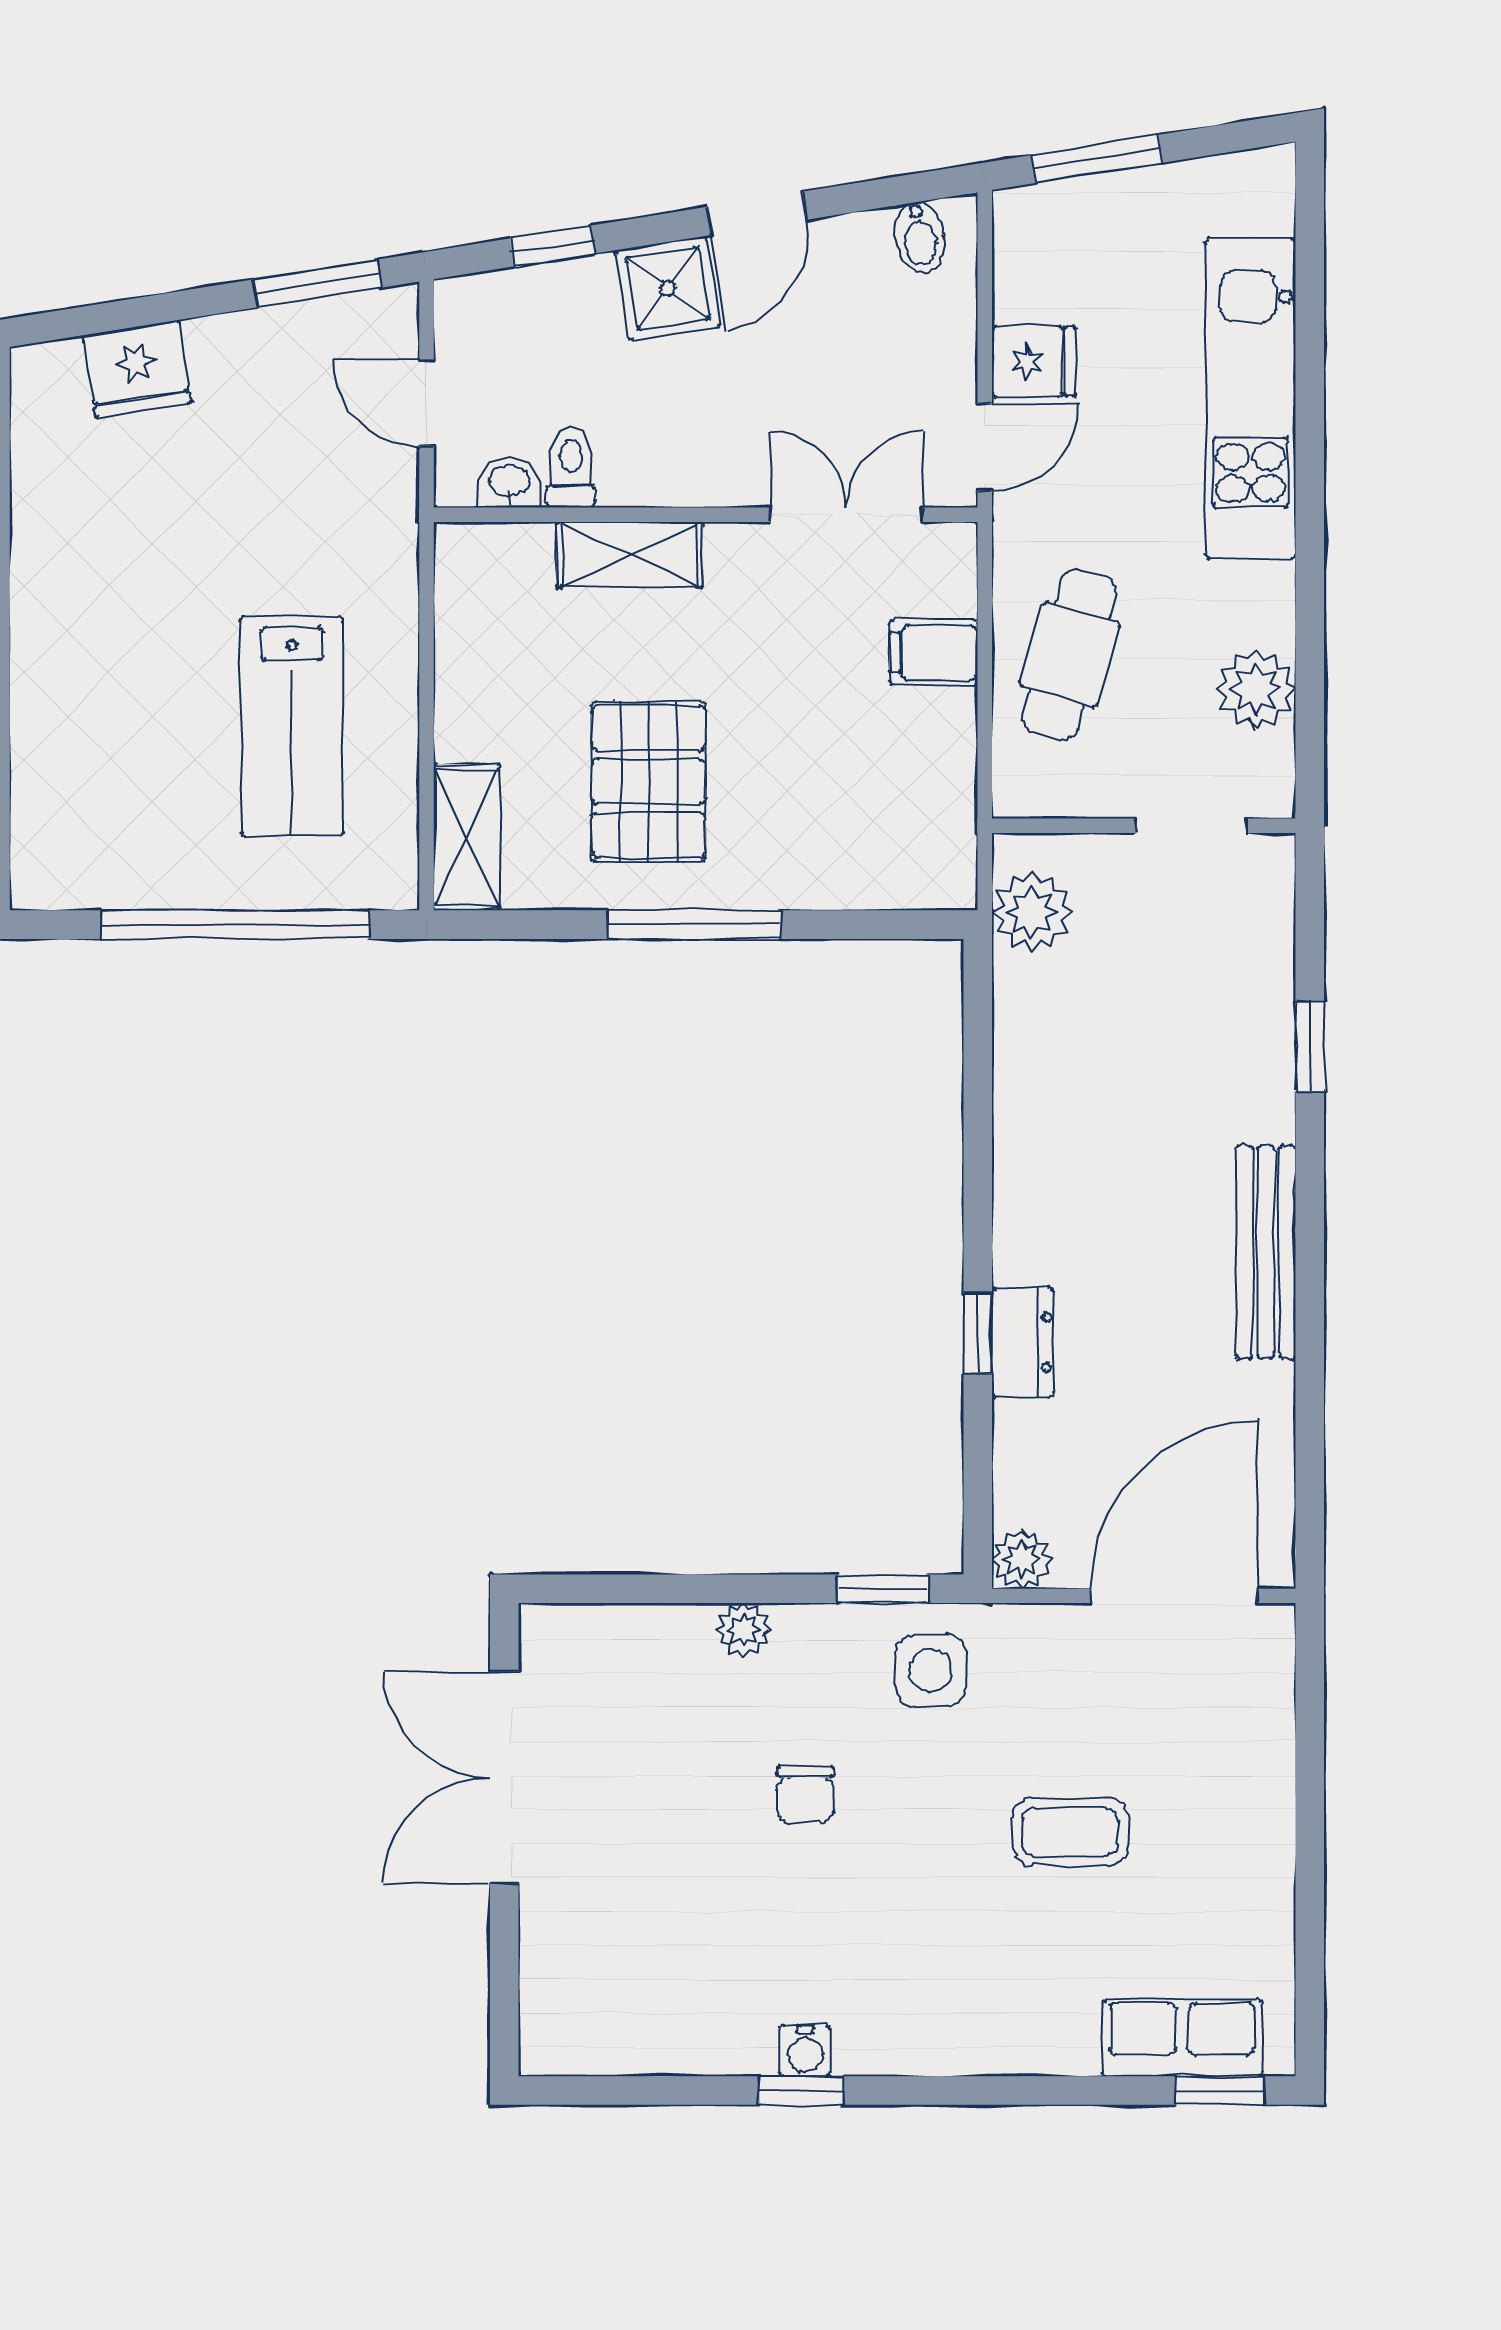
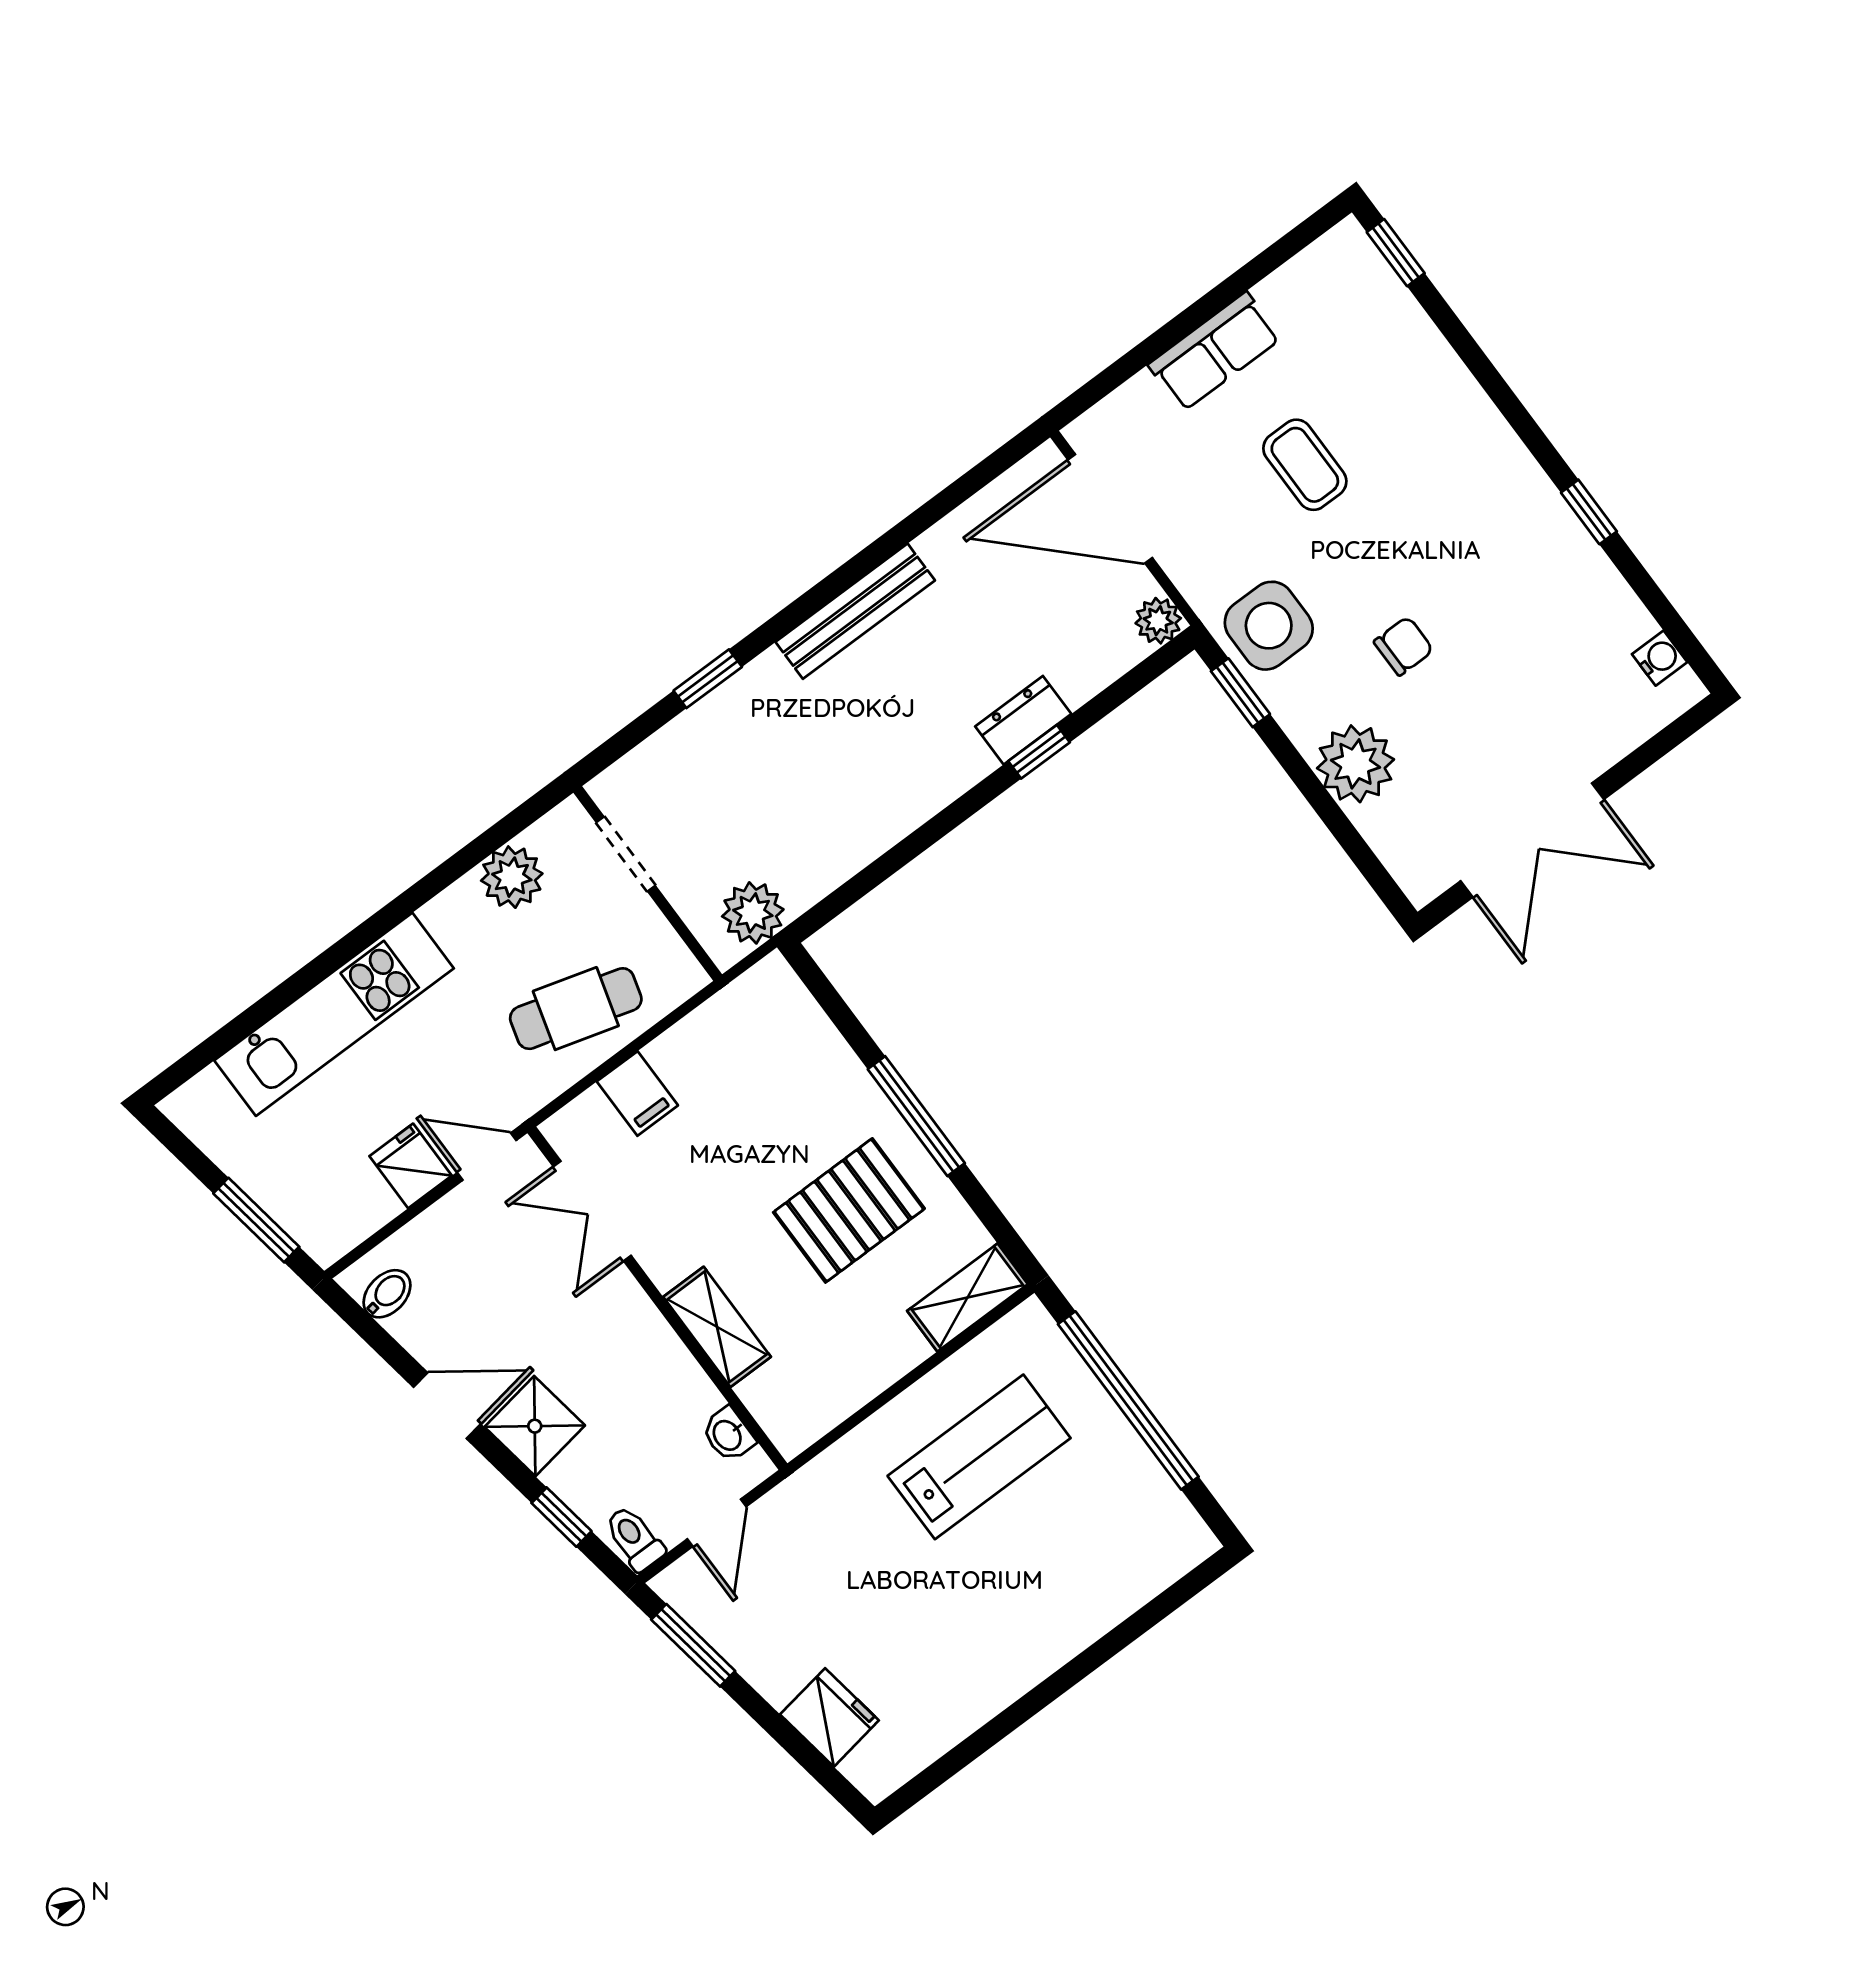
toilet: (571, 467) -> (634, 1538), moved, turned 90
plant: (744, 1630) -> (1356, 764), width x1.87, depth x1.87
side table: (931, 1670) -> (1269, 626), width x1.37, depth x1.37
row of seats: (1182, 2038) -> (1215, 352), moved, turned -90
water cooler: (805, 2051) -> (1660, 658), moved

